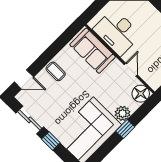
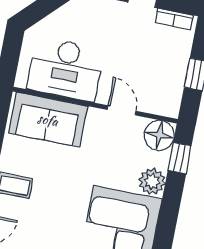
window: (125, 129) -> (180, 158), moved

